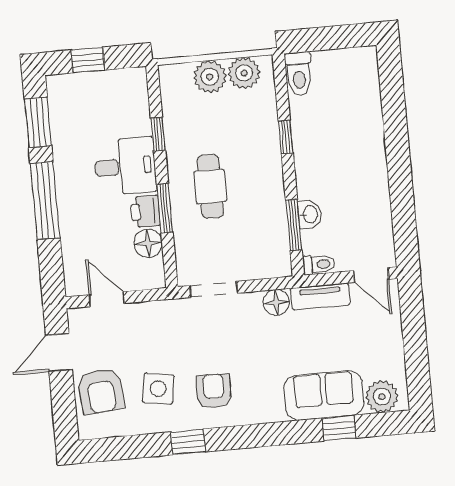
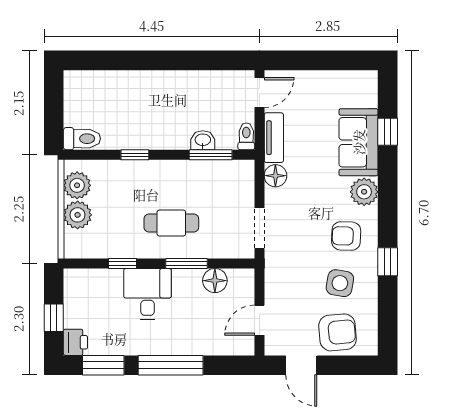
printer: (145, 211) -> (75, 342), moved, turned -90
plant: (382, 397) -> (364, 192), moved

